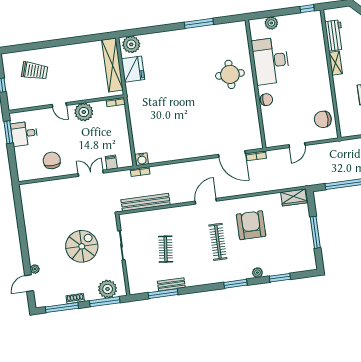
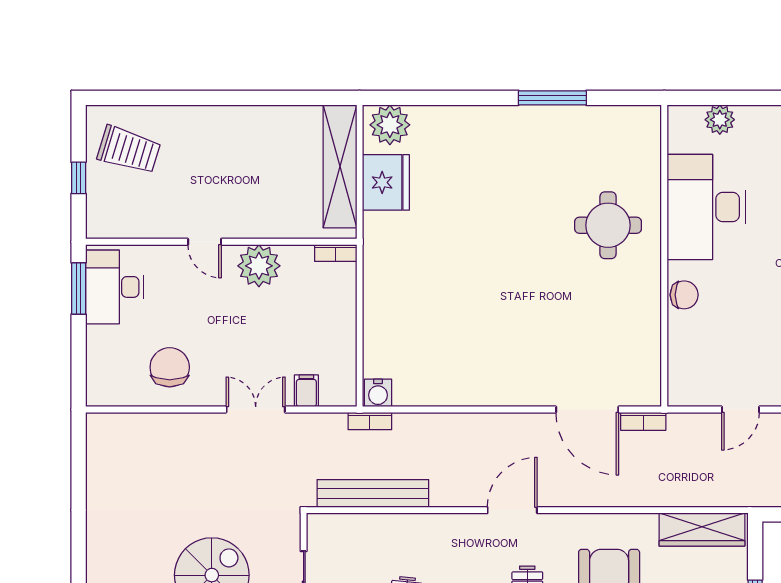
trolley: (35, 71) -> (129, 150), moved
desk: (24, 134) -> (115, 287), width x1.37
wardrobe: (294, 198) -> (702, 529), width x1.50

